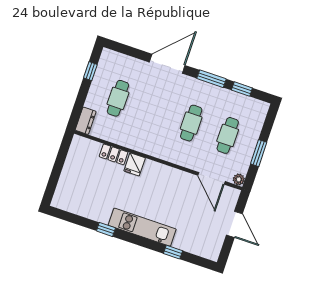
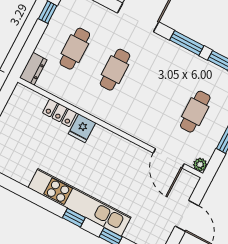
cafe table: (191, 123) -> (115, 70), moved
kitchen unit: (142, 227) -> (79, 202), width x1.36
window: (106, 229) -> (74, 218), moved

